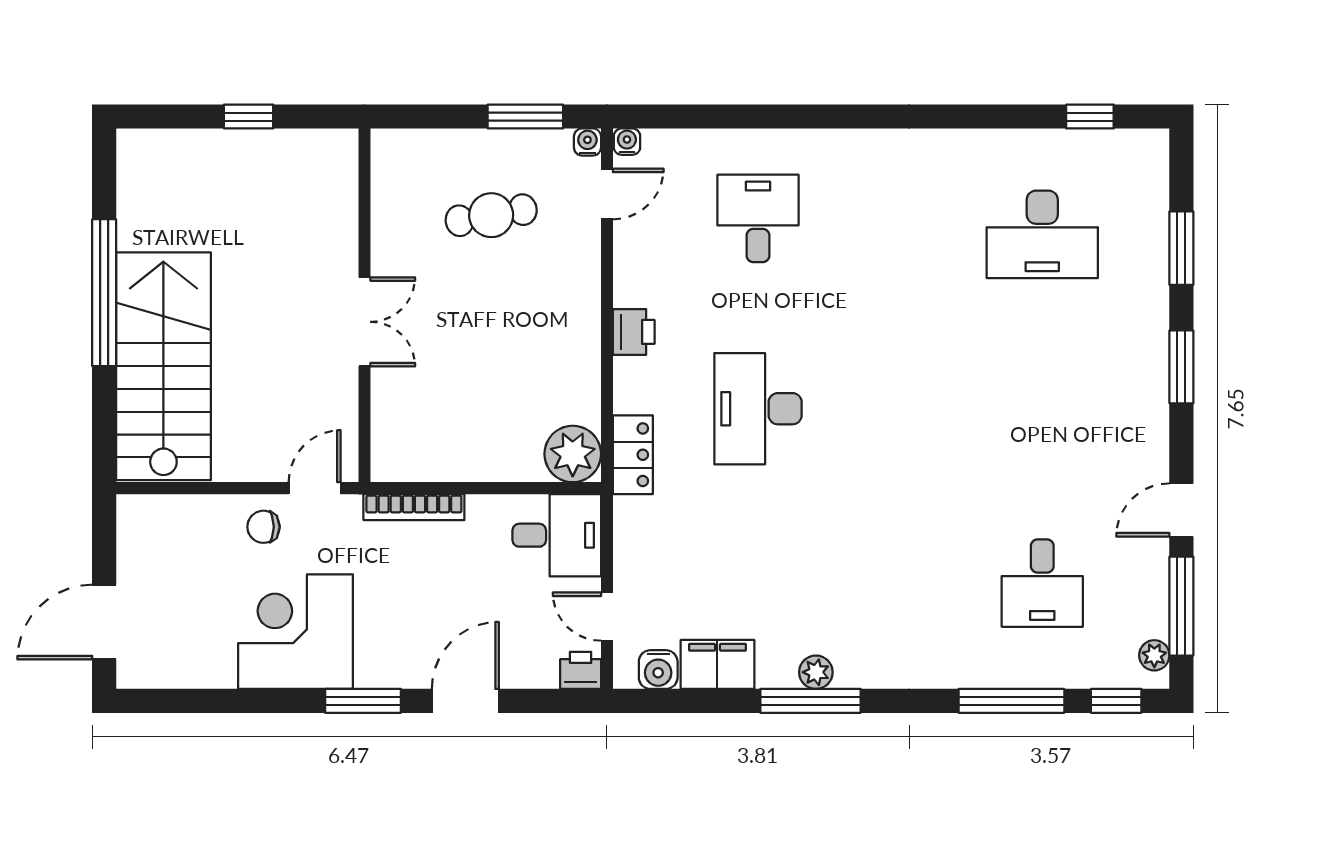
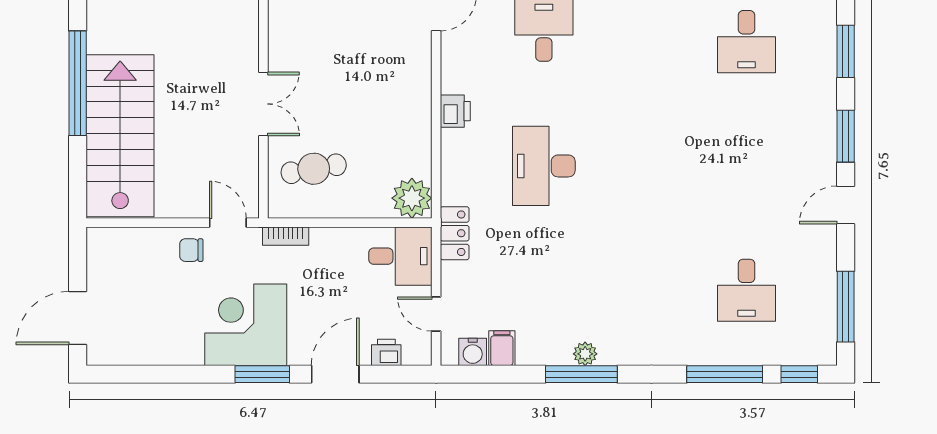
cafe table: (491, 215) -> (314, 169), moved
desk: (1042, 234) -> (746, 42), width x0.73
locker: (633, 455) -> (455, 233), moved
door: (315, 488) -> (228, 223), hinge flipped
bookcase: (414, 507) -> (286, 236), width x0.64
door: (1181, 510) -> (846, 205), moved
corner desk: (296, 632) -> (246, 325), moved
plant: (1154, 655) -> (826, 342), removed
filing cabinet: (717, 664) -> (502, 348), width x0.50
printer: (581, 670) -> (386, 352), moved

